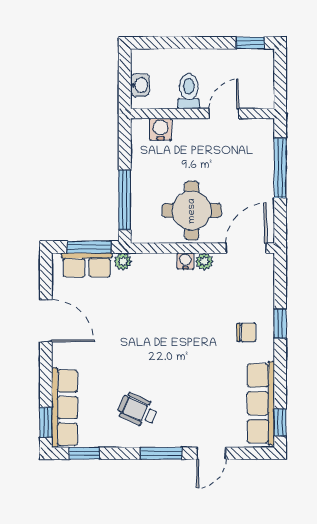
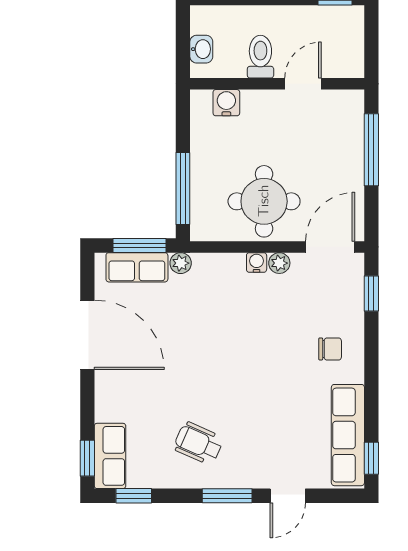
door: (46, 321) -> (87, 335), width x1.36
window: (280, 324) -> (371, 294), moved
row of seats: (65, 408) -> (110, 456), width x0.68

